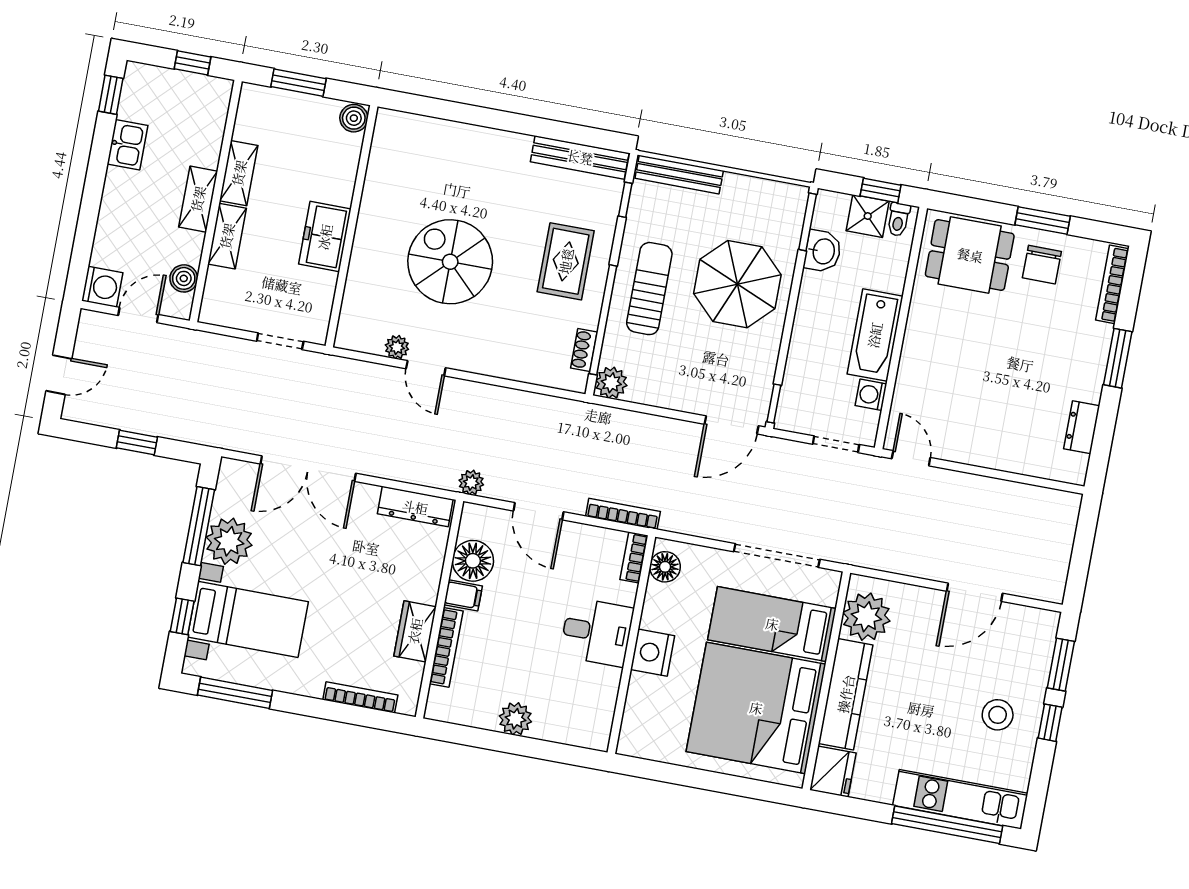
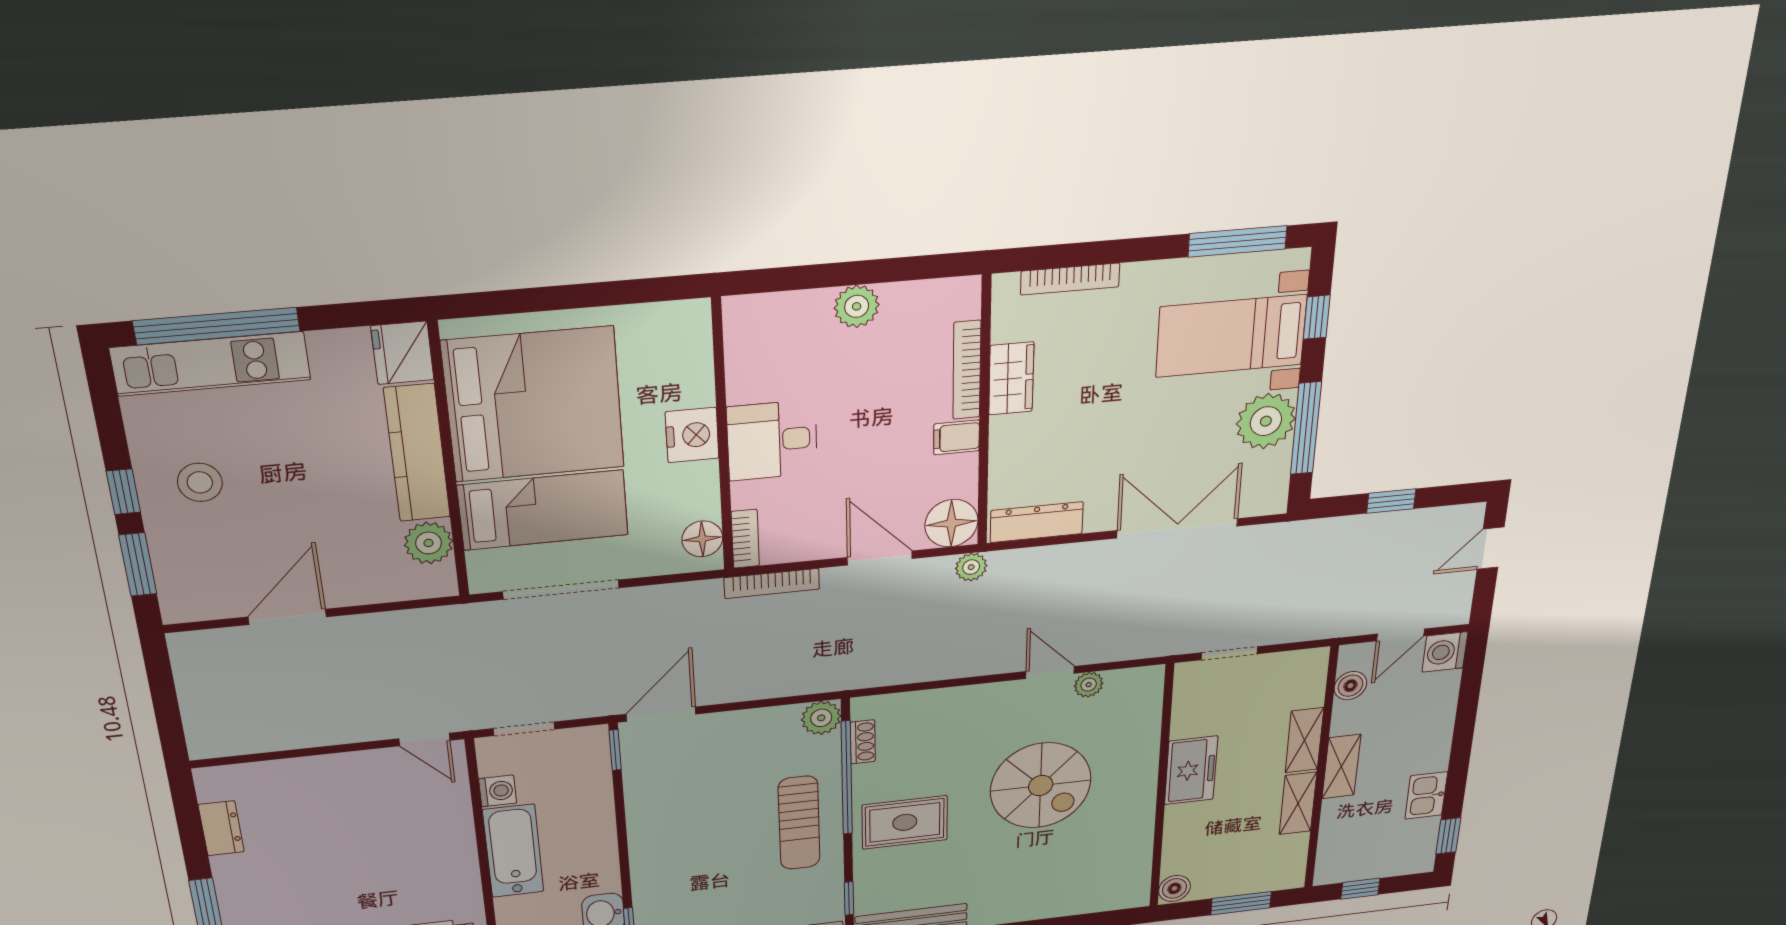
rug: (566, 261) -> (905, 822), turned 90
parasol: (737, 284) -> (695, 855), removed
floor lamp: (473, 561) -> (951, 523), moved
plant: (866, 617) -> (428, 543), width x0.73, depth x0.73

